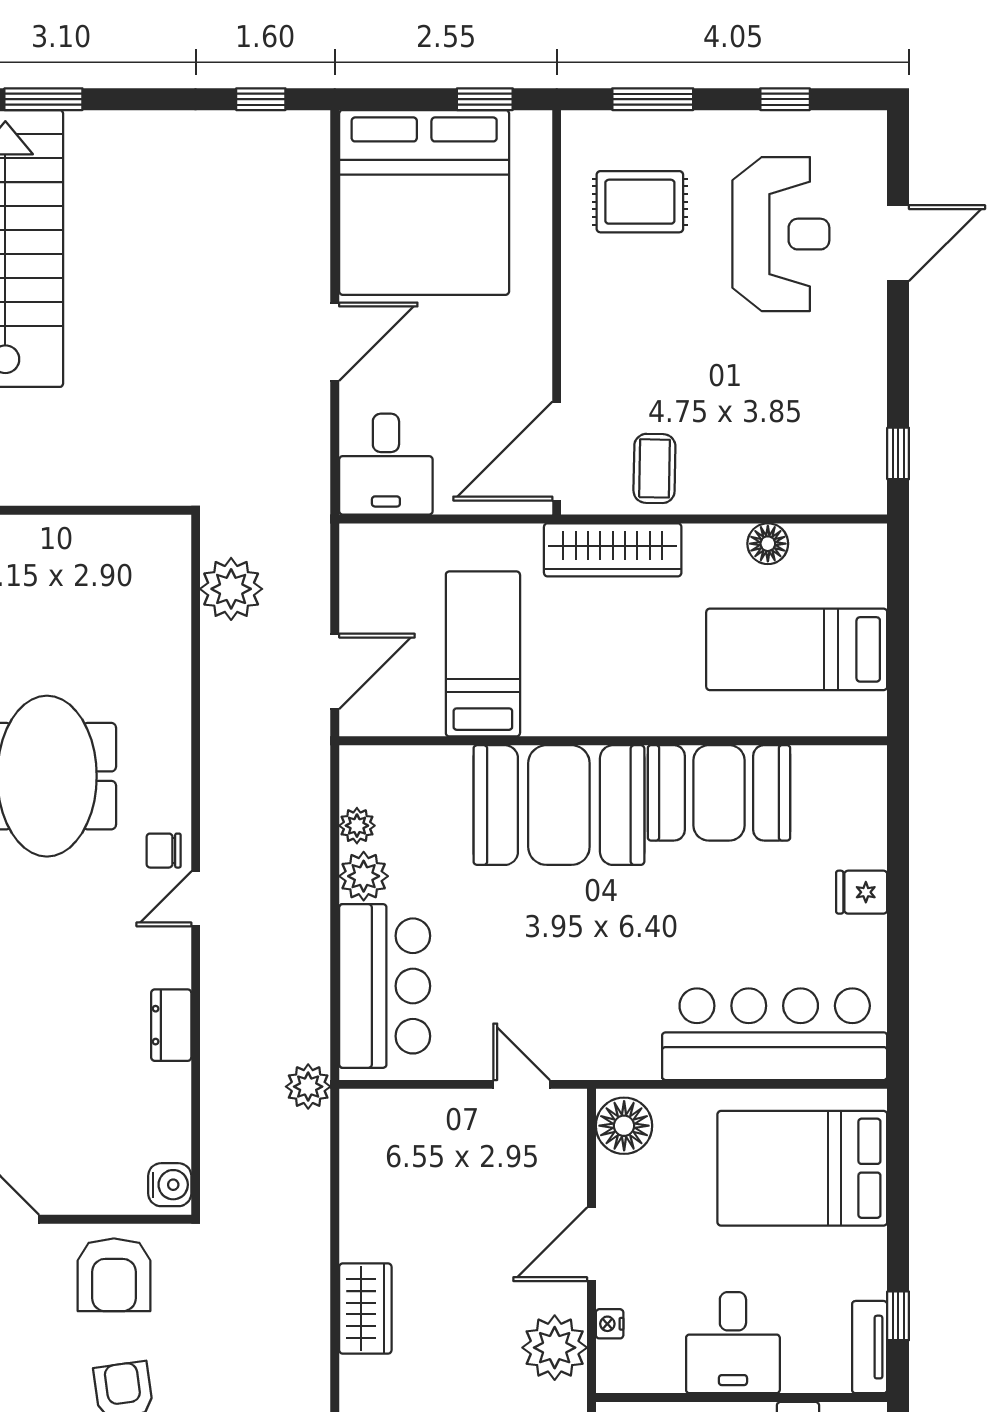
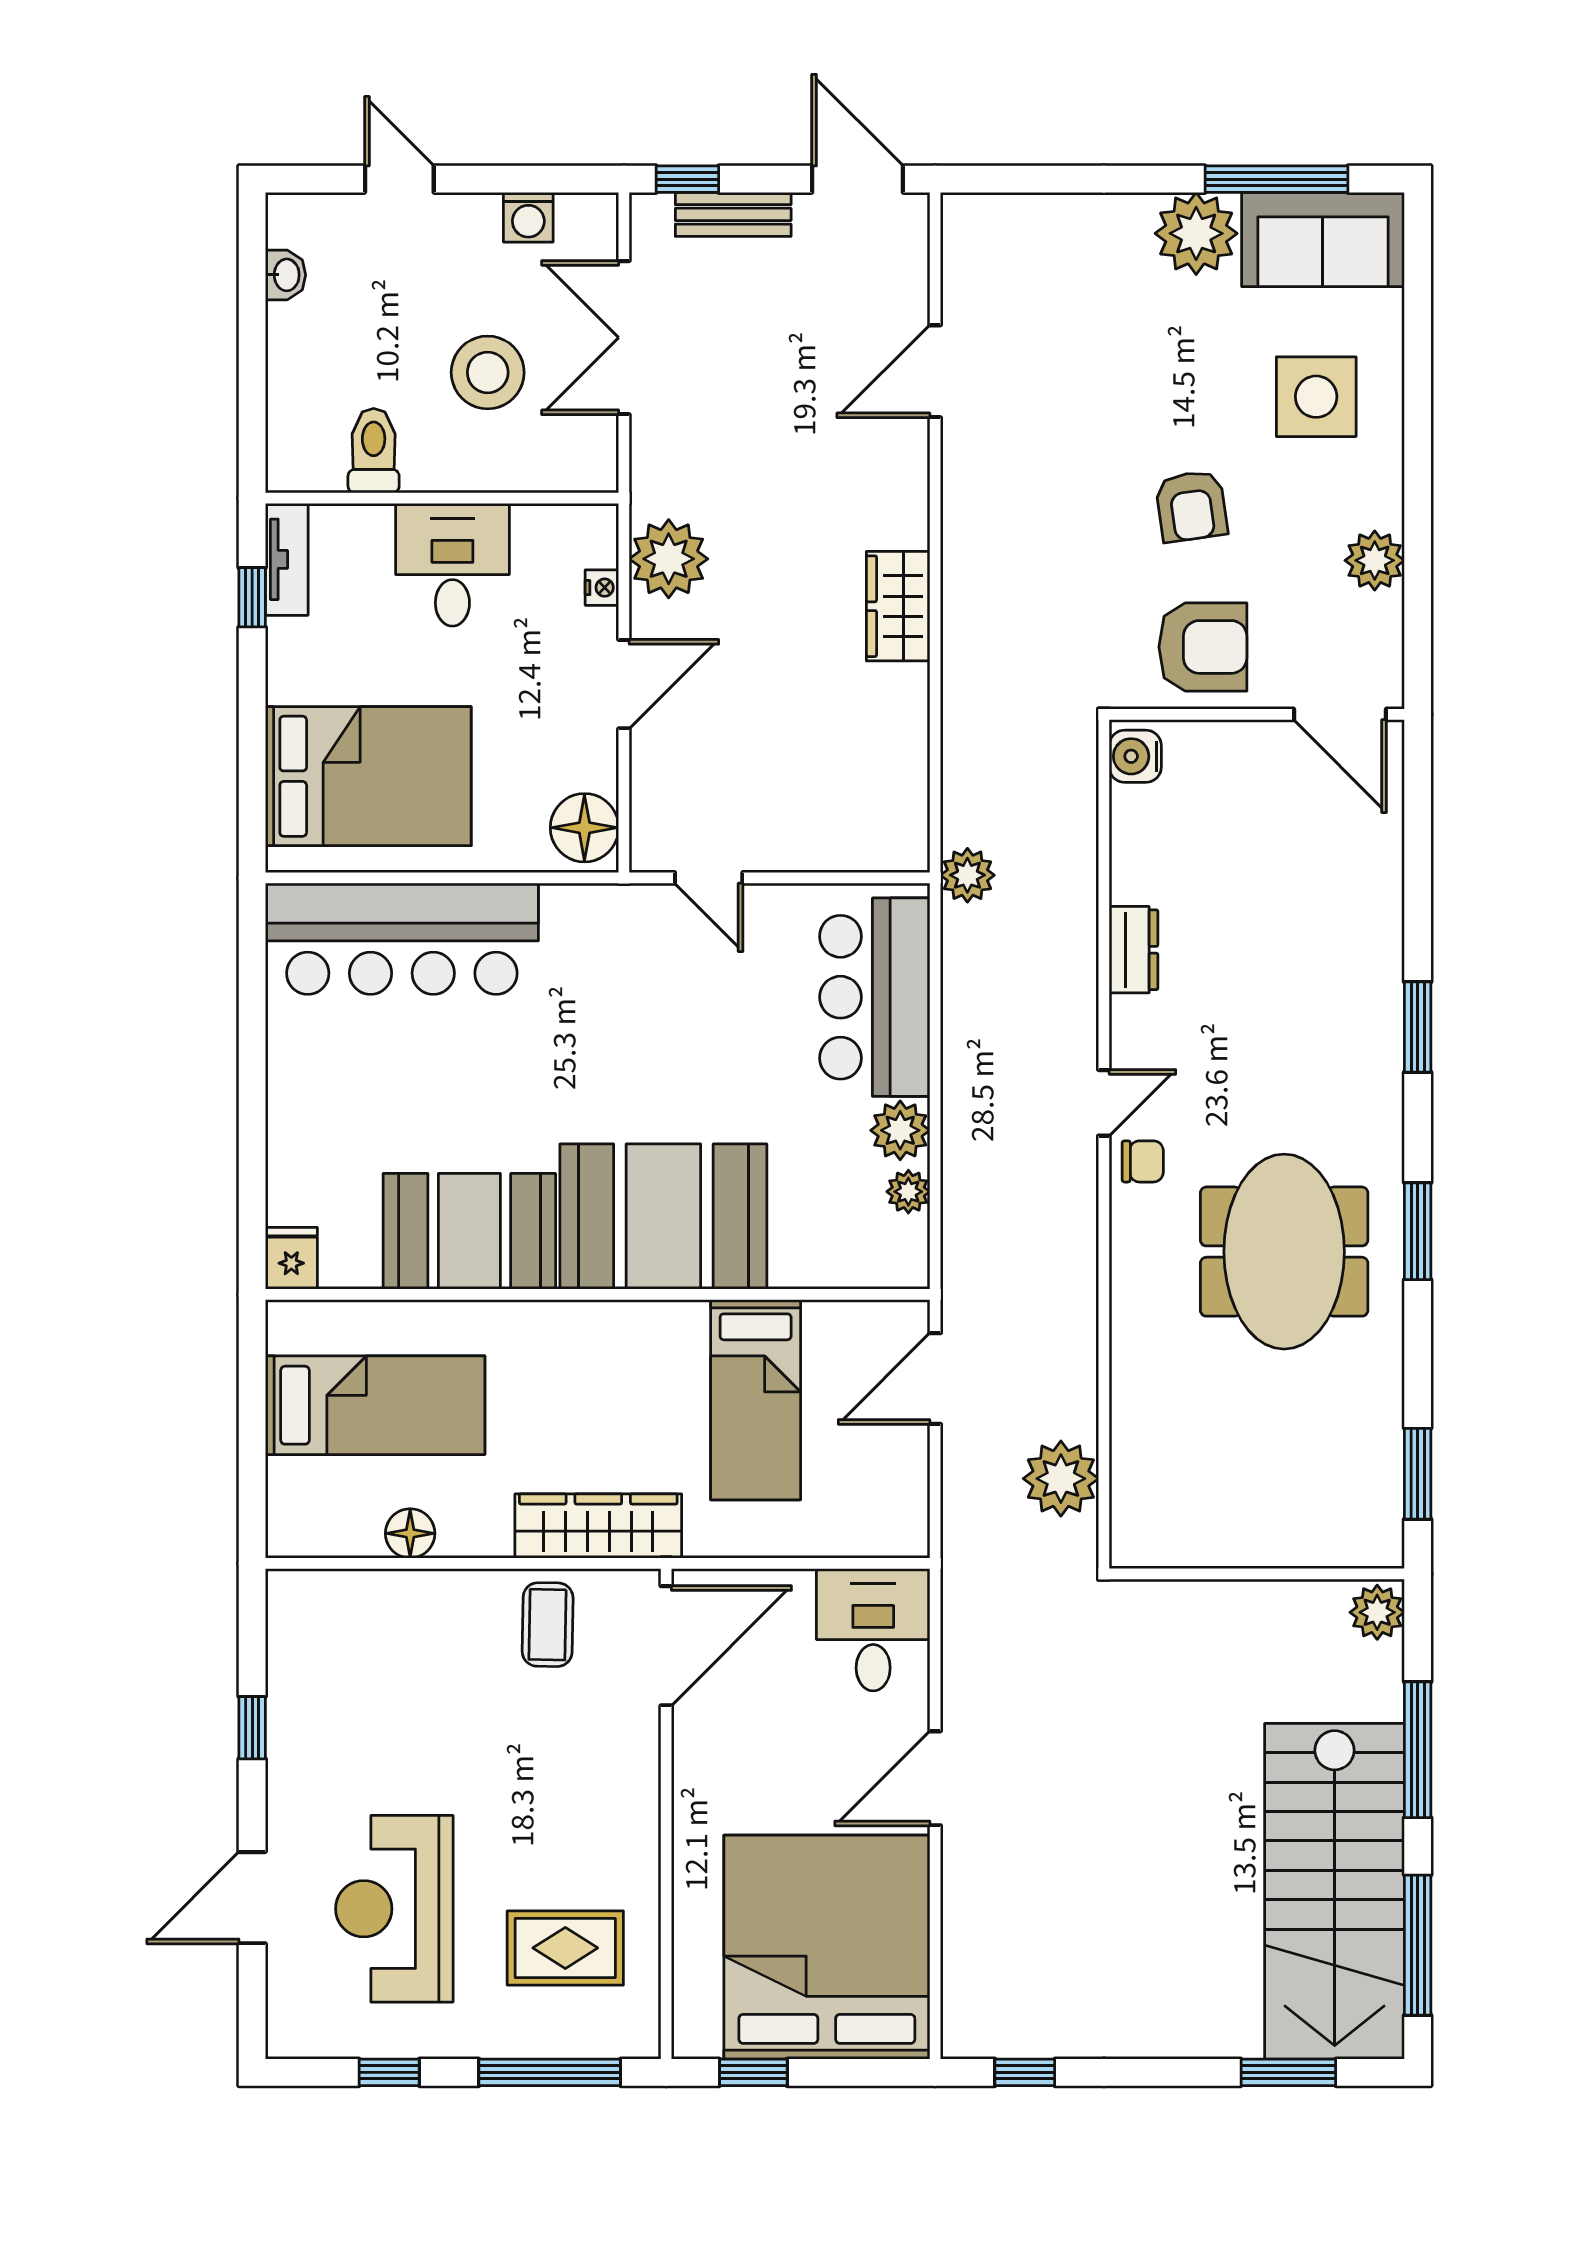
window: (653, 99) -> (550, 2072), width x1.44
window: (898, 453) -> (252, 1728), moved
fridge: (862, 892) -> (291, 1258), moved, turned -90
armchair: (114, 1275) -> (1203, 647), turned 90

